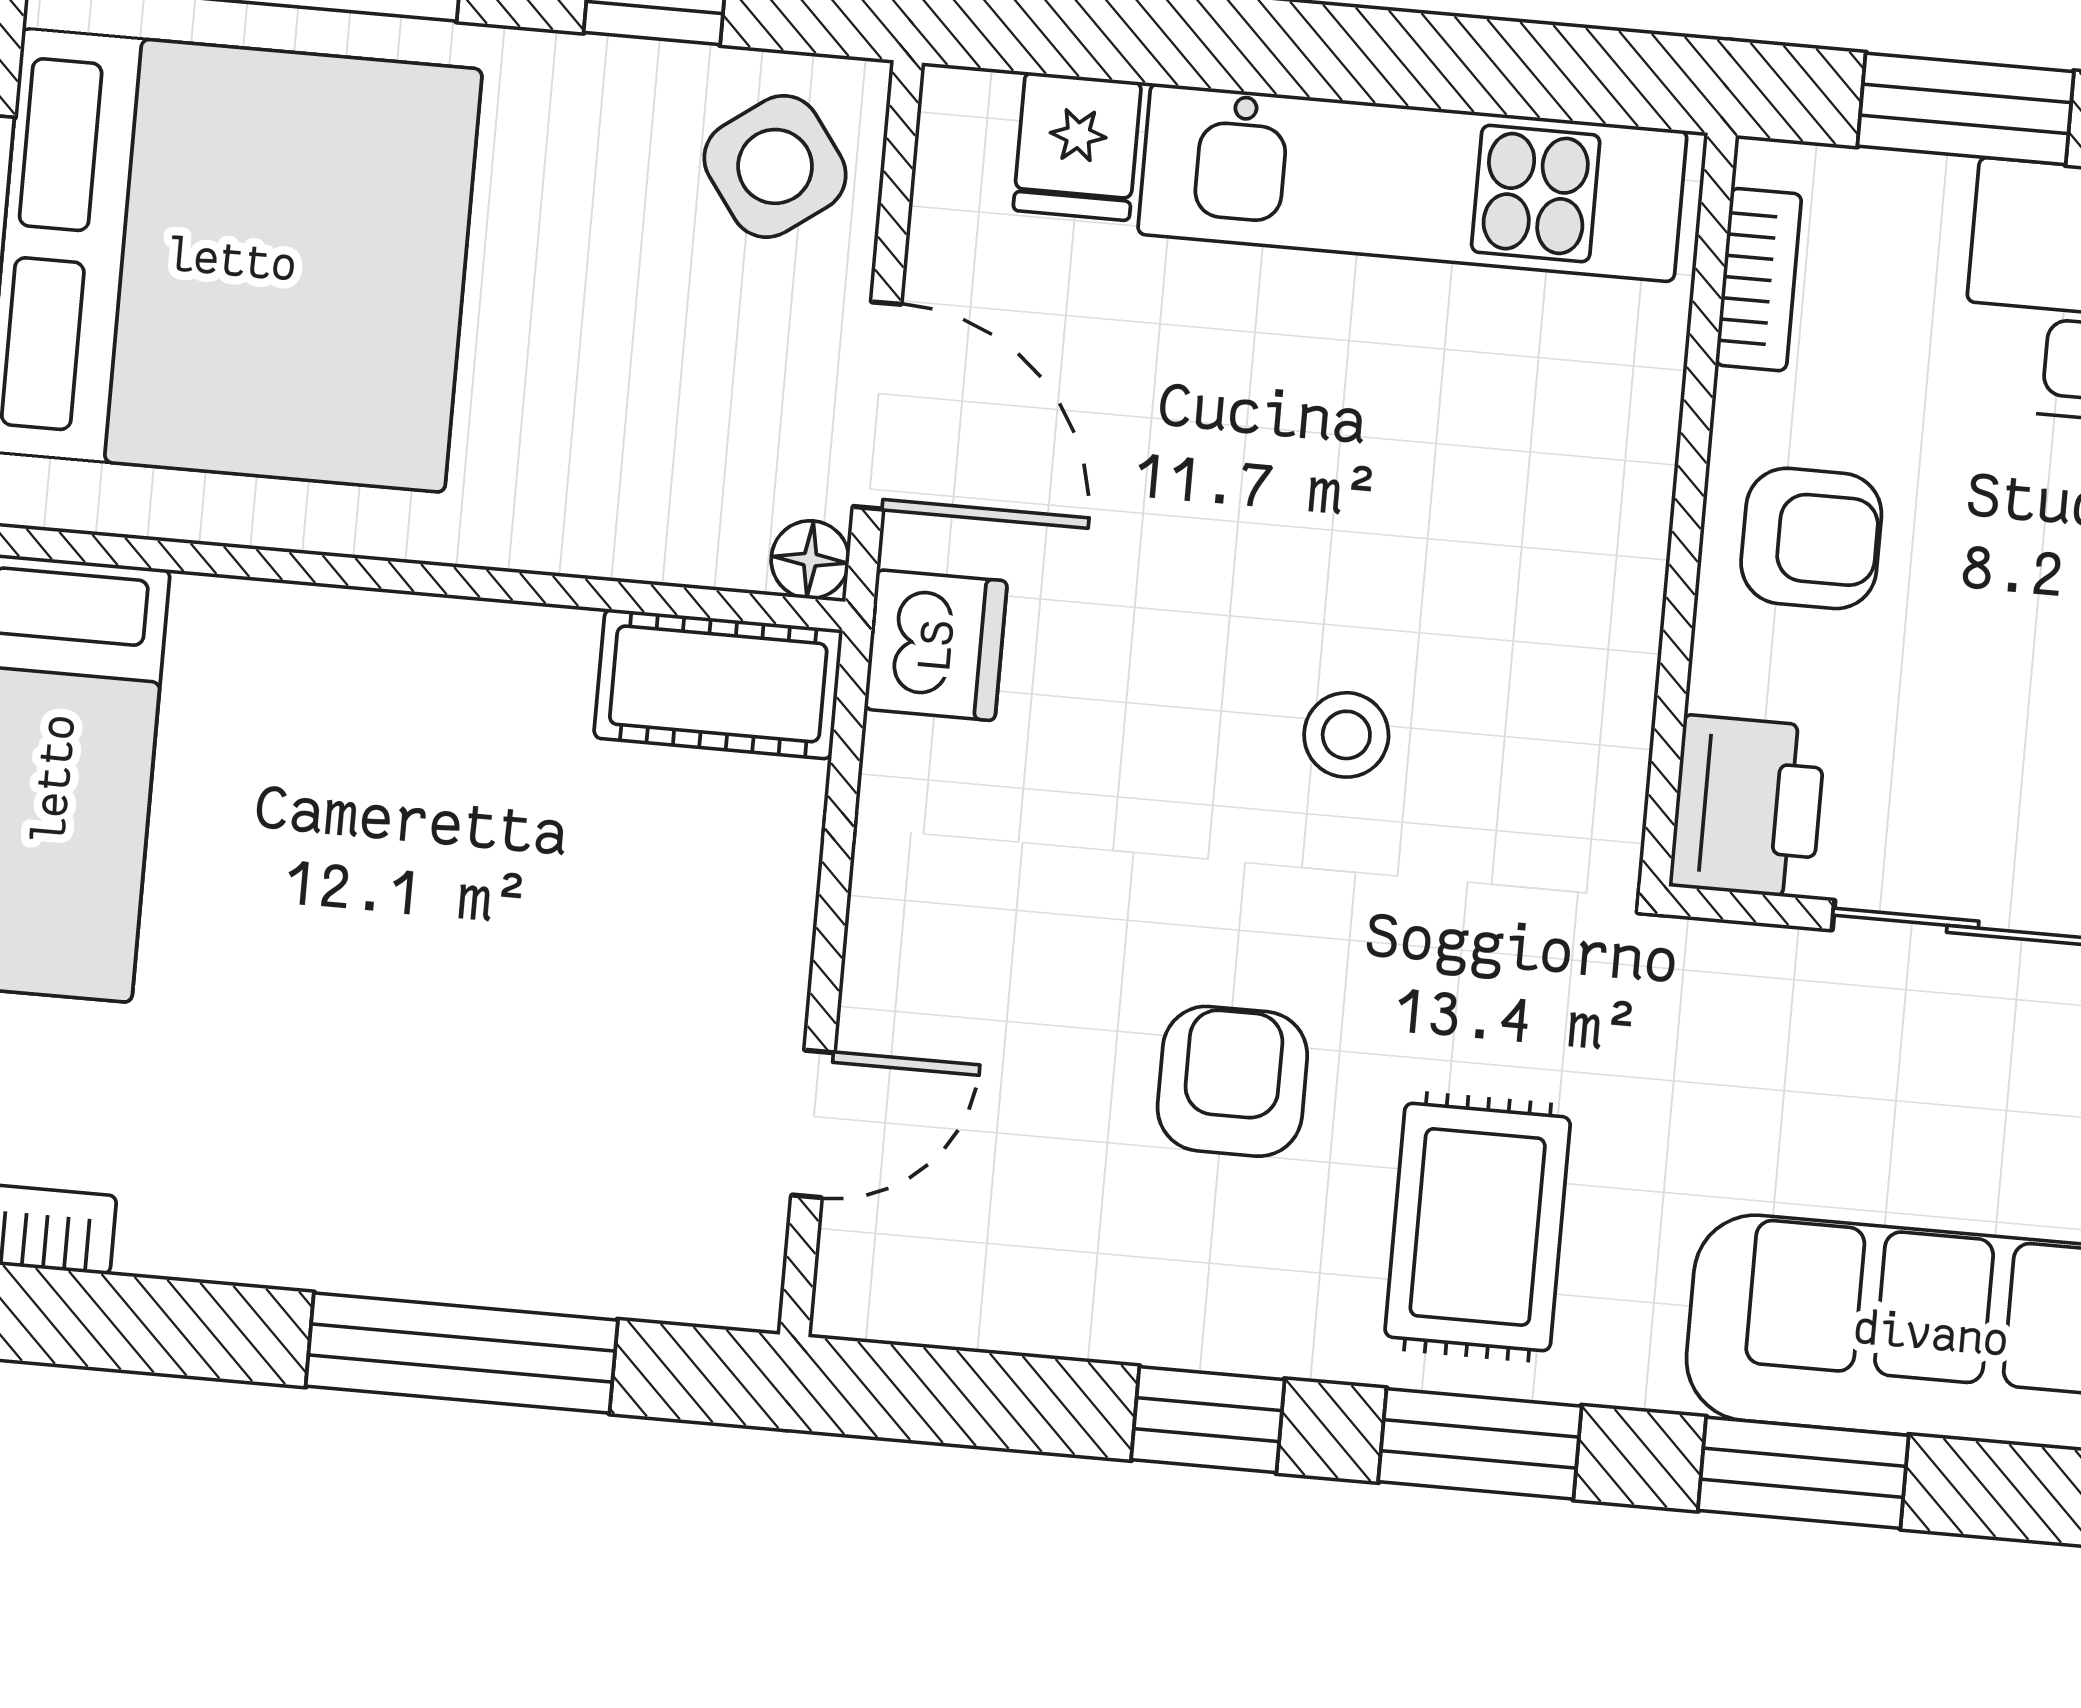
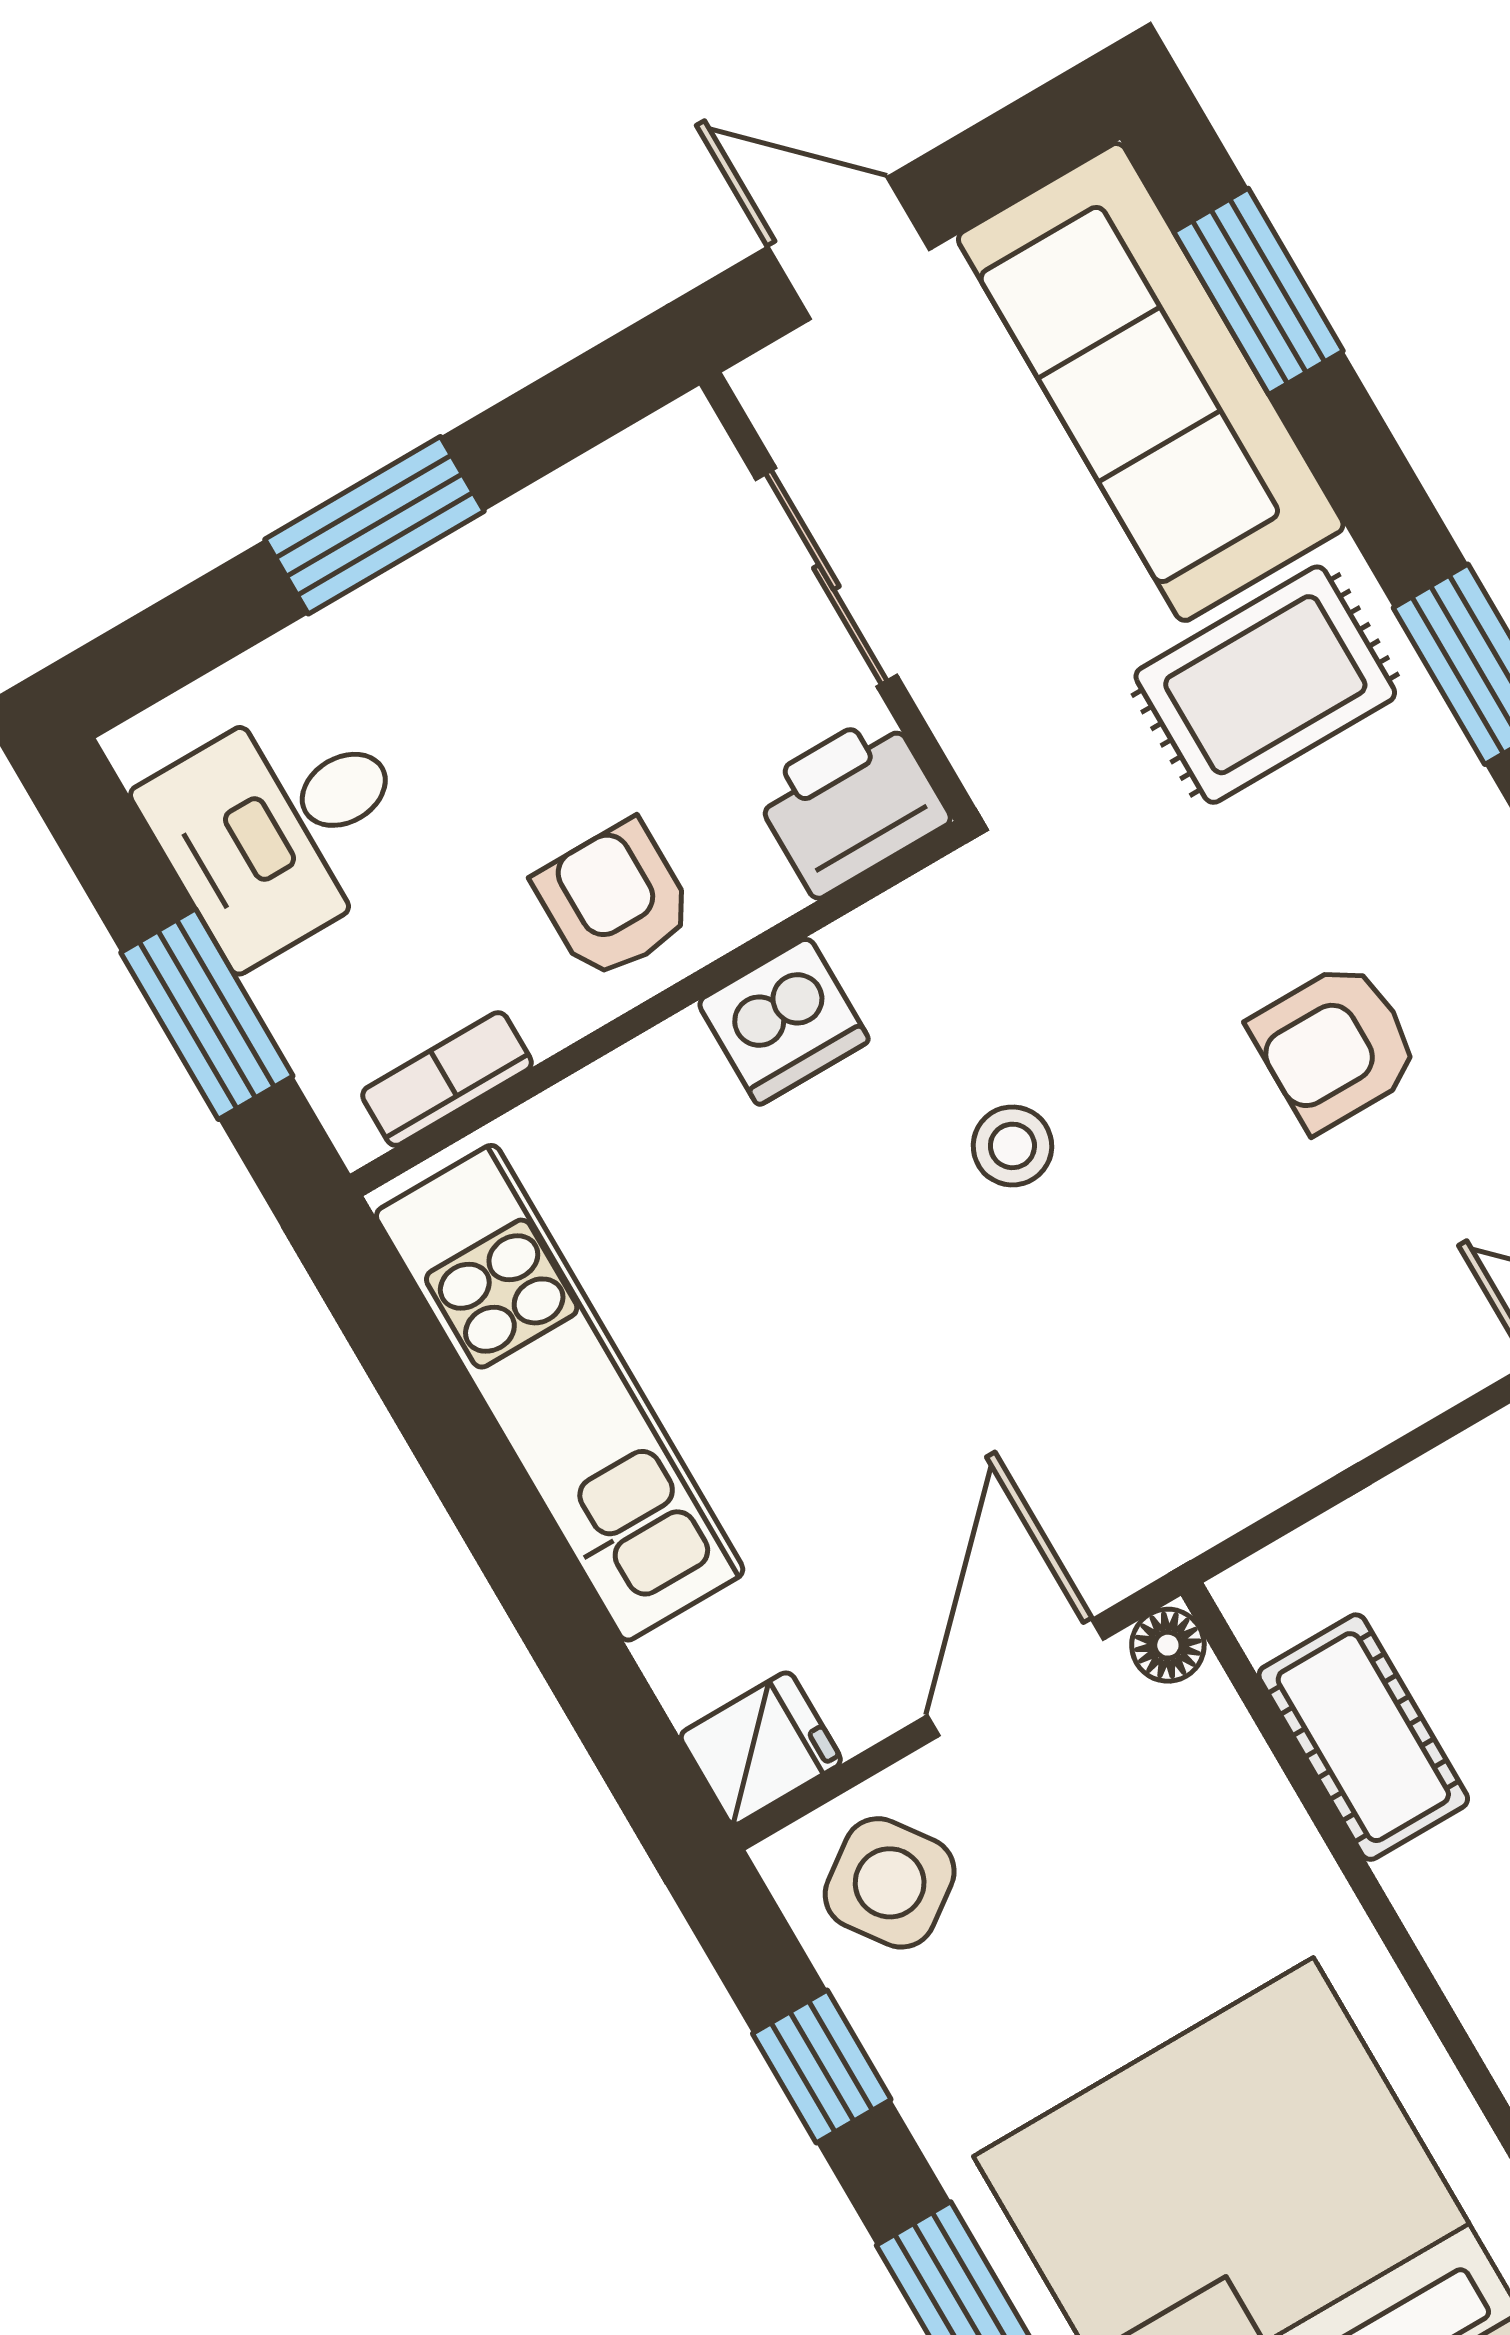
fridge: (1077, 146) -> (761, 1749), moved
dishwasher: (936, 645) -> (783, 1021), moved, turned 180
cot: (718, 684) -> (1363, 1737), moved
rug: (1478, 1227) -> (1265, 685), moved
window: (1803, 1473) -> (1258, 291), moved

